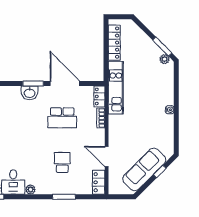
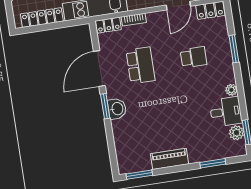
school desk: (62, 162) -> (194, 57), turned 180

